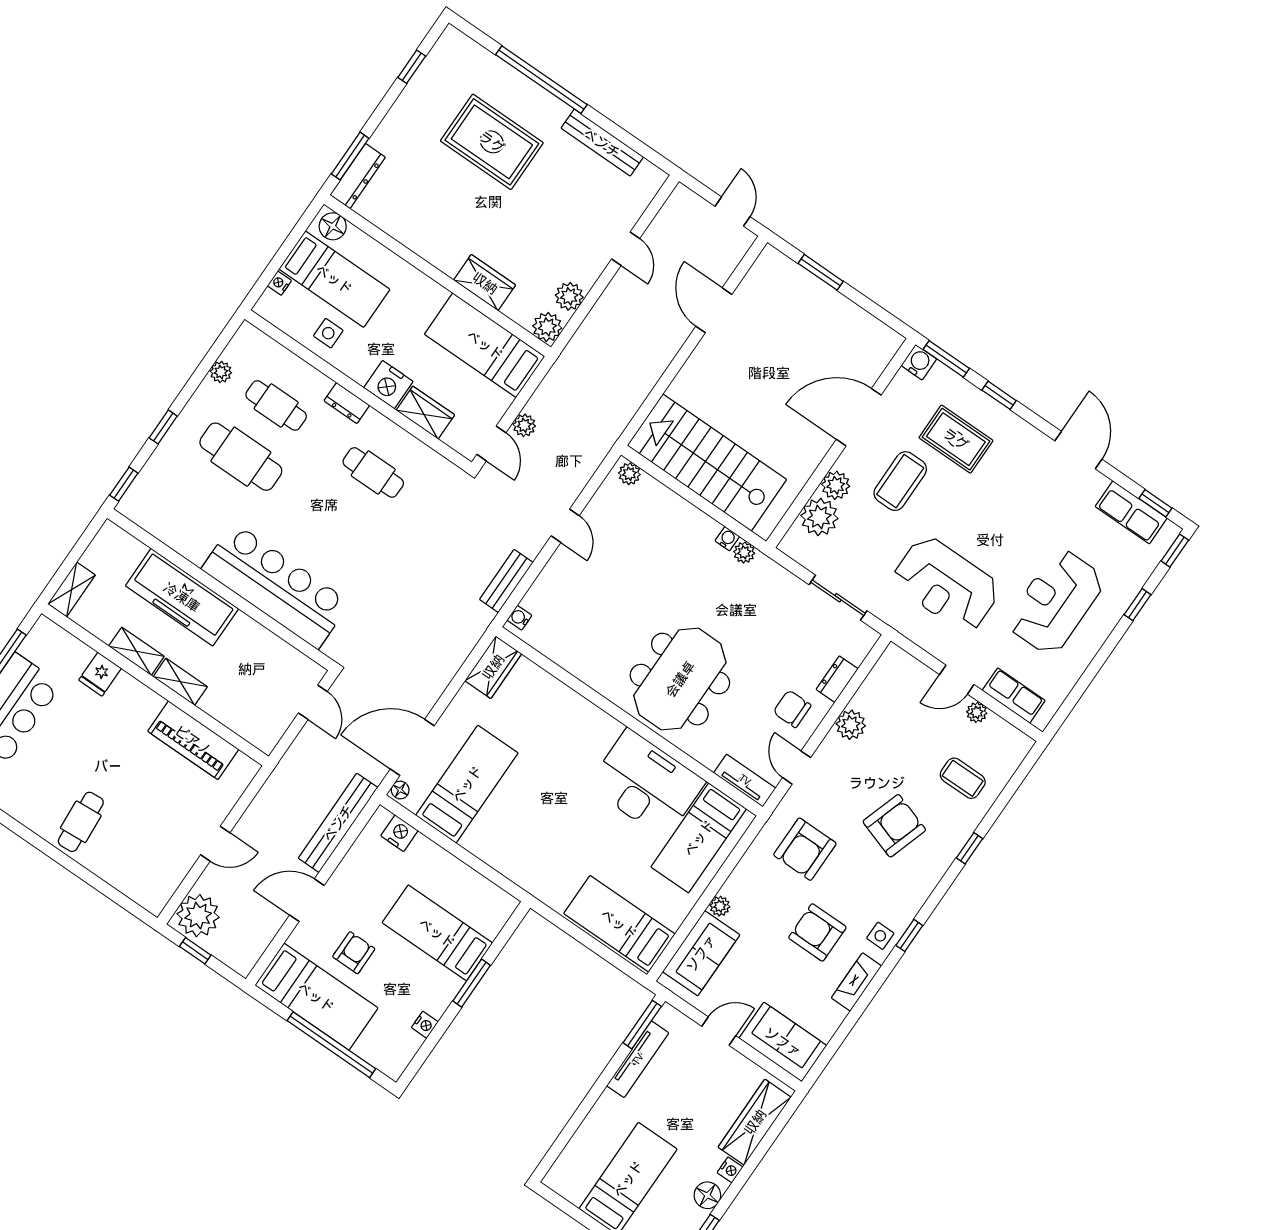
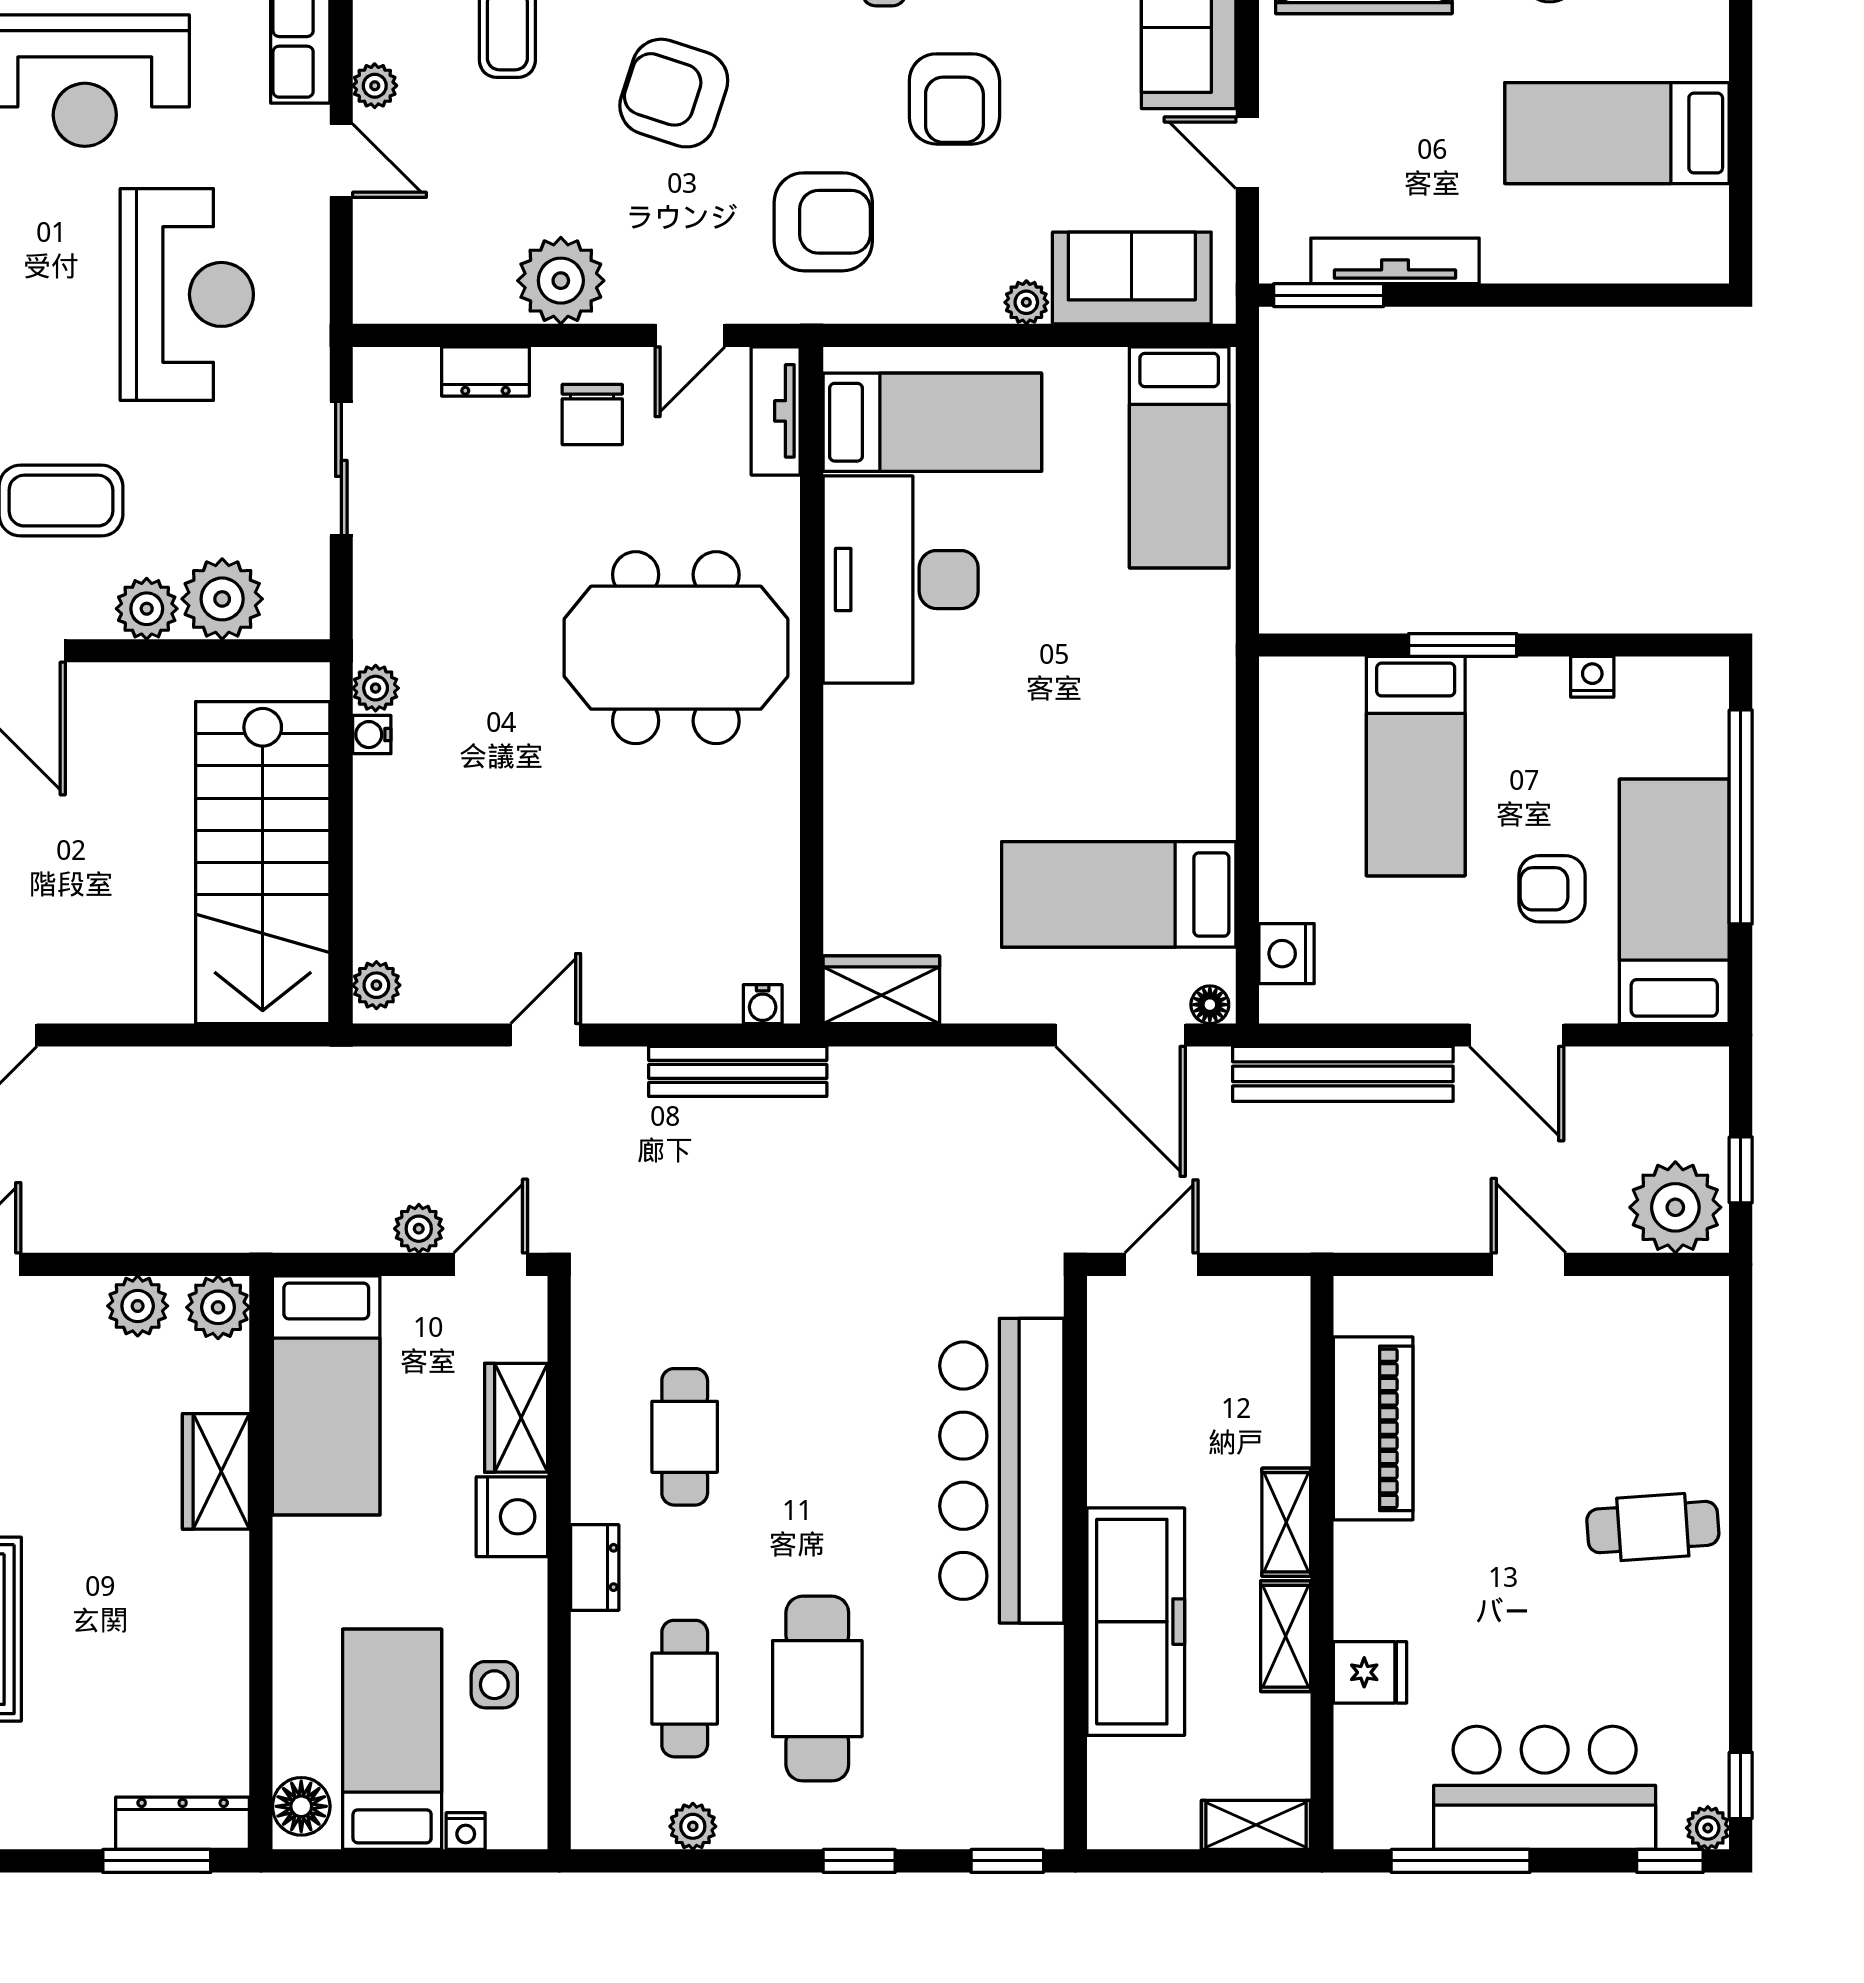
bench: (506, 581) -> (738, 1071), width x1.36
plant: (851, 725) -> (561, 281), width x1.36, depth x1.36

